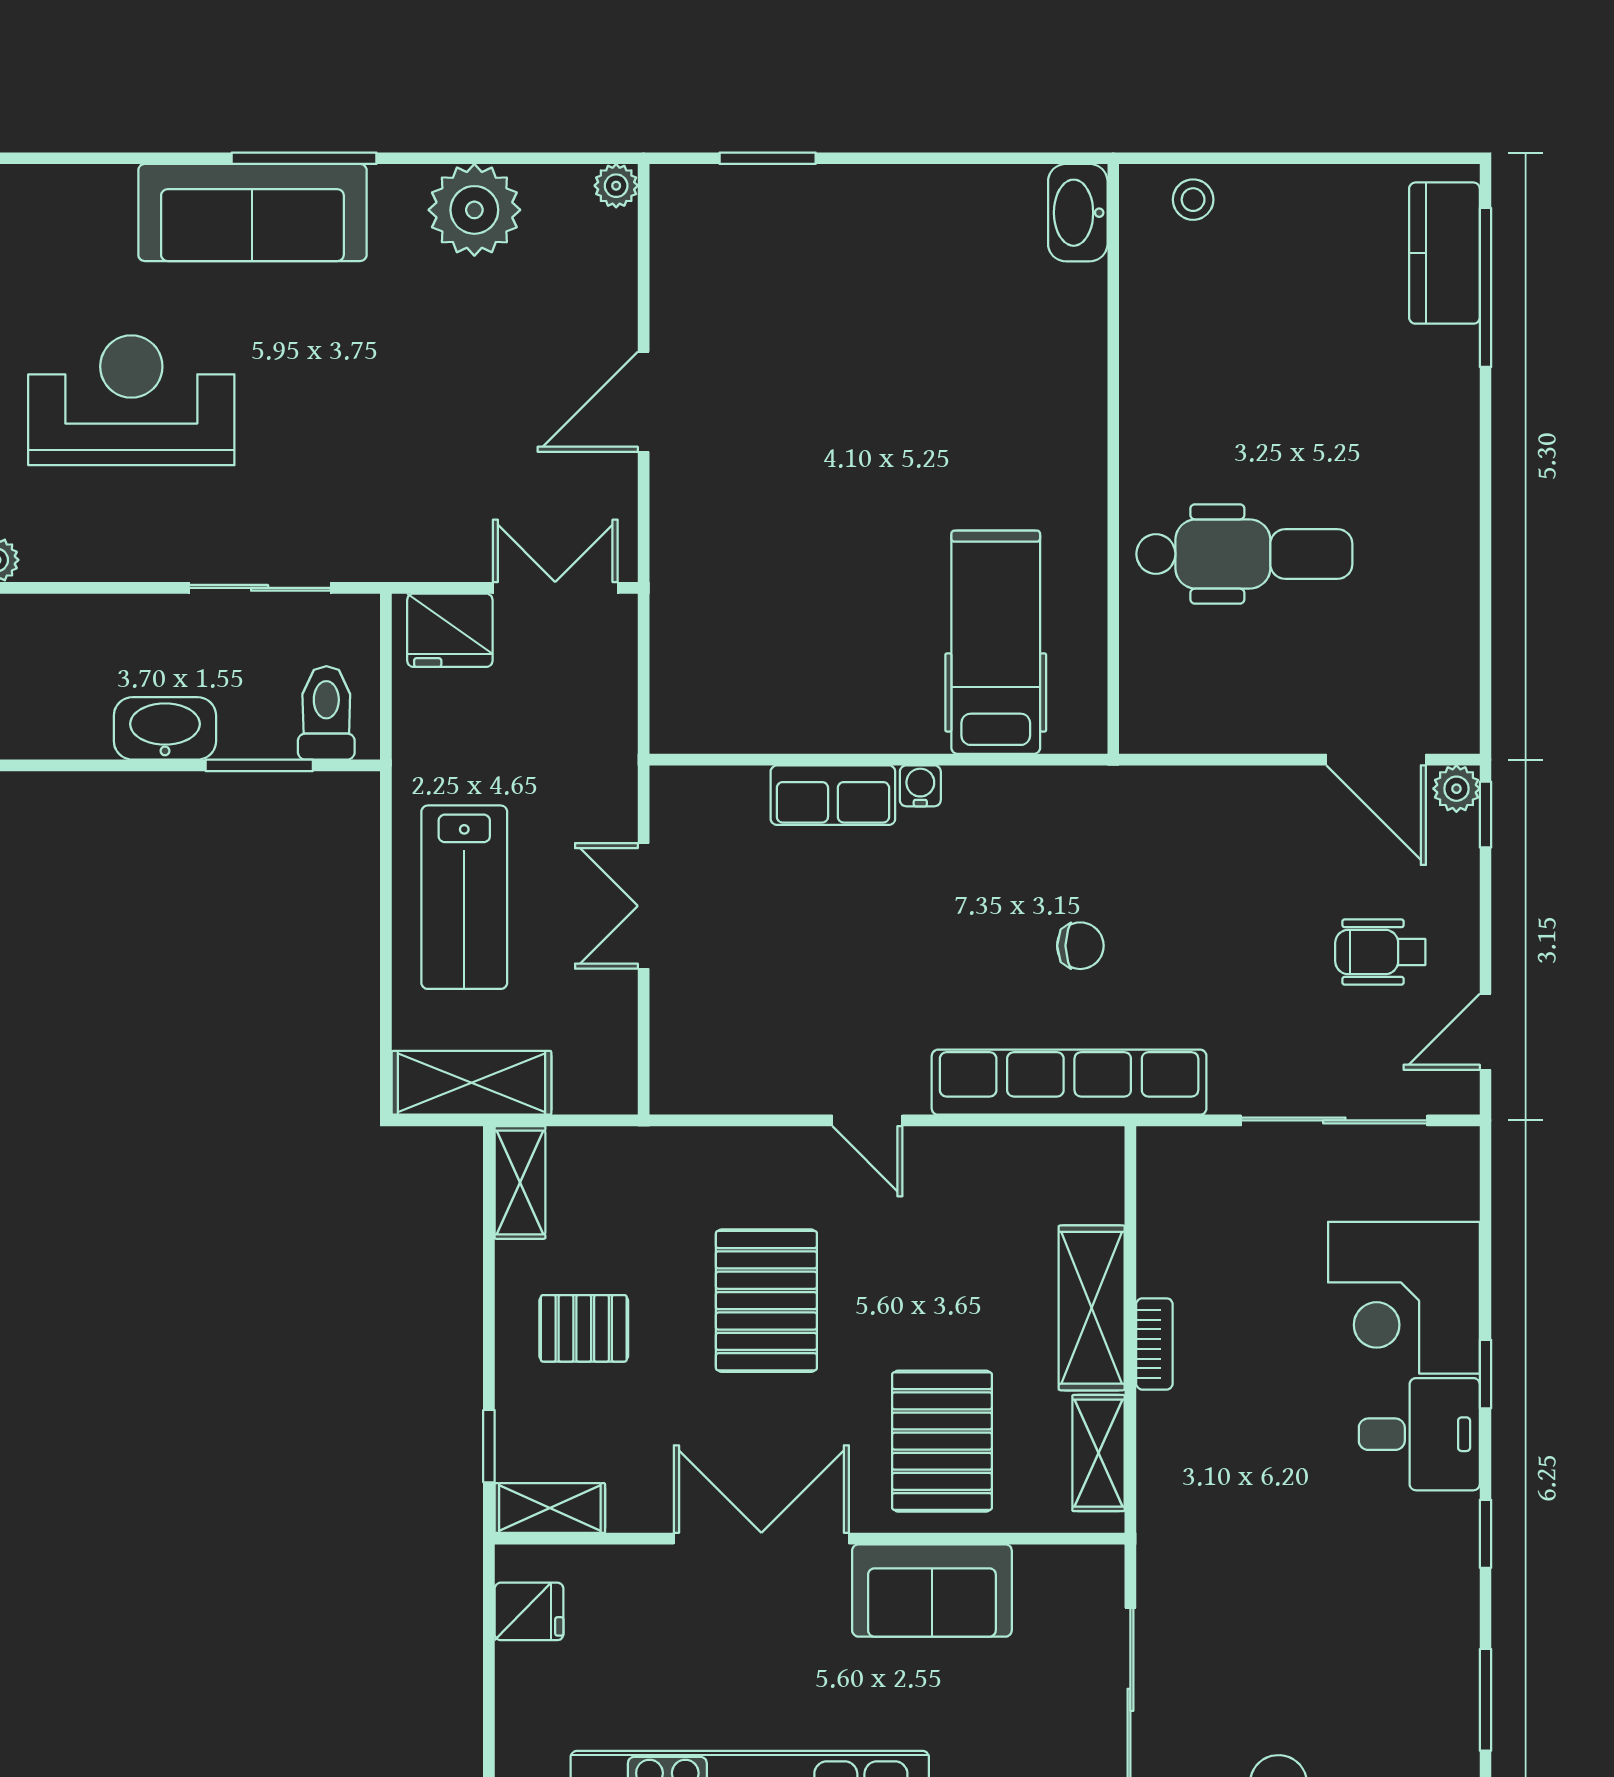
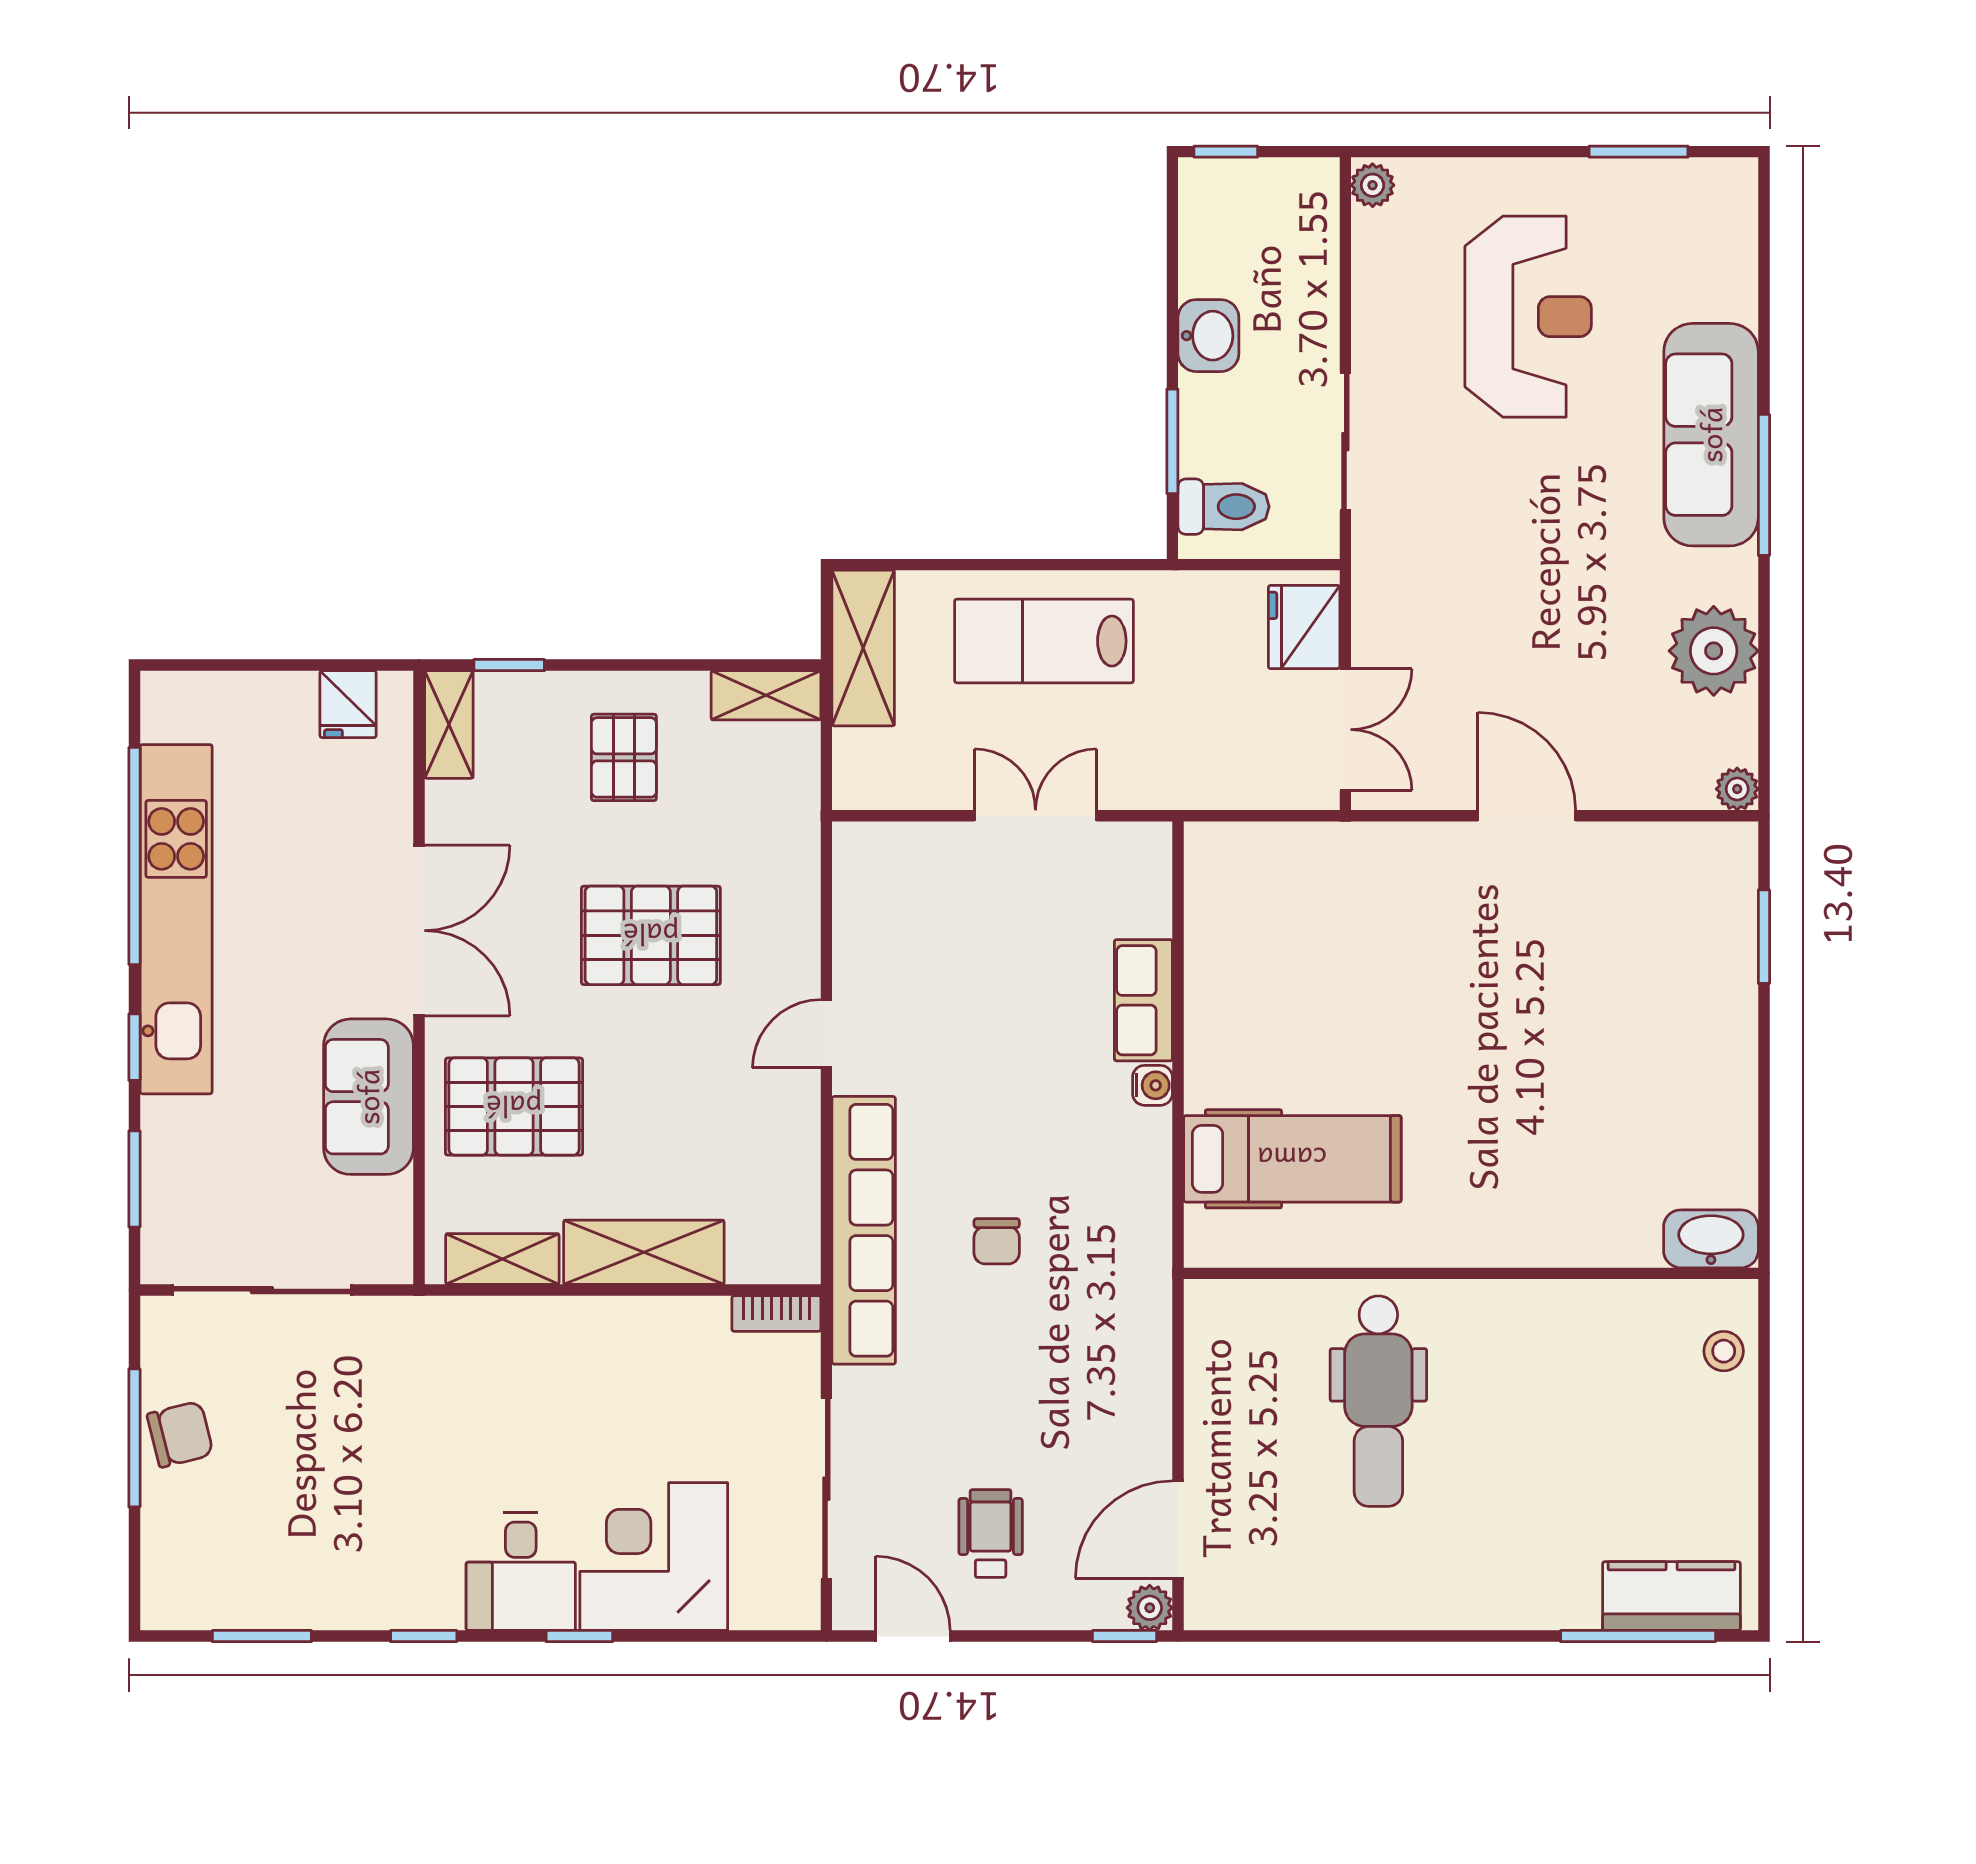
washbasin: (165, 728) -> (1208, 336), width x0.72
bookcase: (1154, 1344) -> (776, 1313), moved

